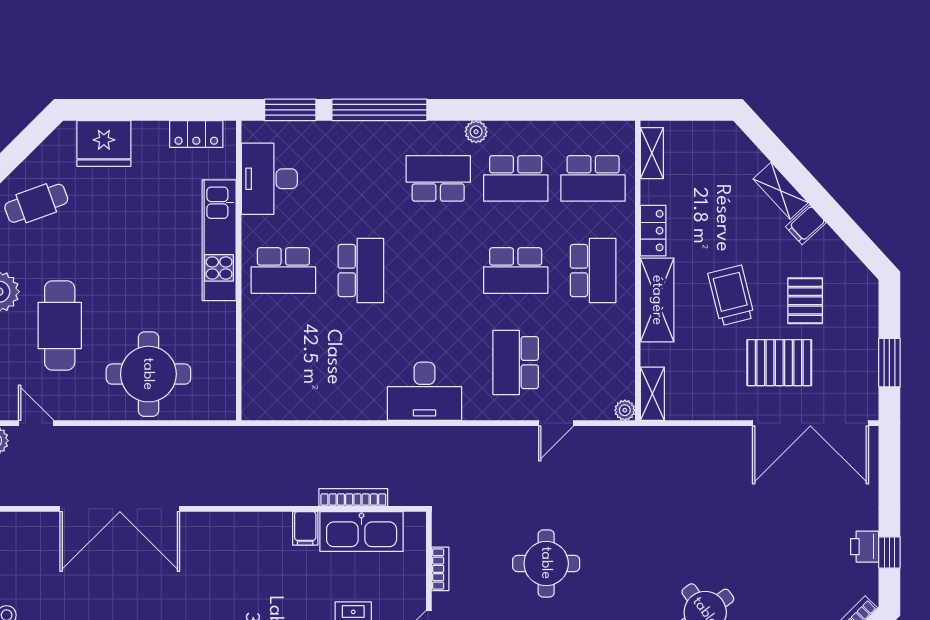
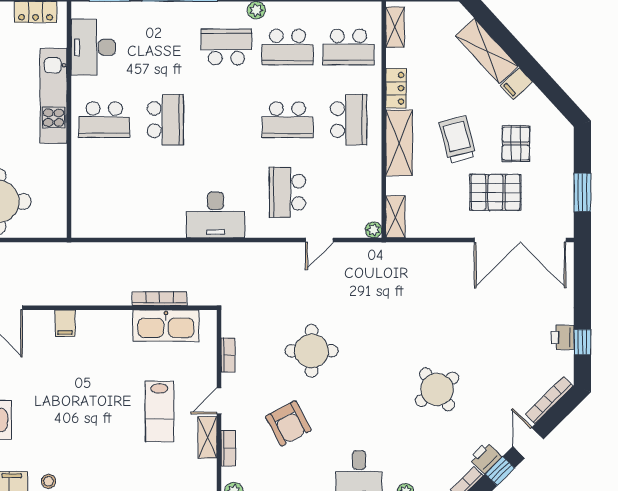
shelving: (781, 191) -> (487, 51), width x1.50, depth x1.33
filing cabinet: (305, 528) -> (65, 323), moved

